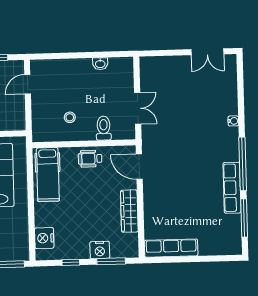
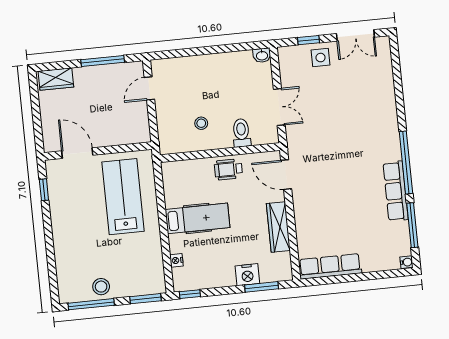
window: (167, 53) -> (308, 40), added
washbasin: (100, 64) -> (262, 55), moved
side table: (176, 69) -> (321, 58), added
water cooler: (233, 121) -> (407, 262), moved
hospital bed: (48, 175) -> (197, 218), moved, turned -90
nightstand: (44, 238) -> (176, 260), width x0.53, depth x0.56
window: (71, 262) -> (190, 294), moved

